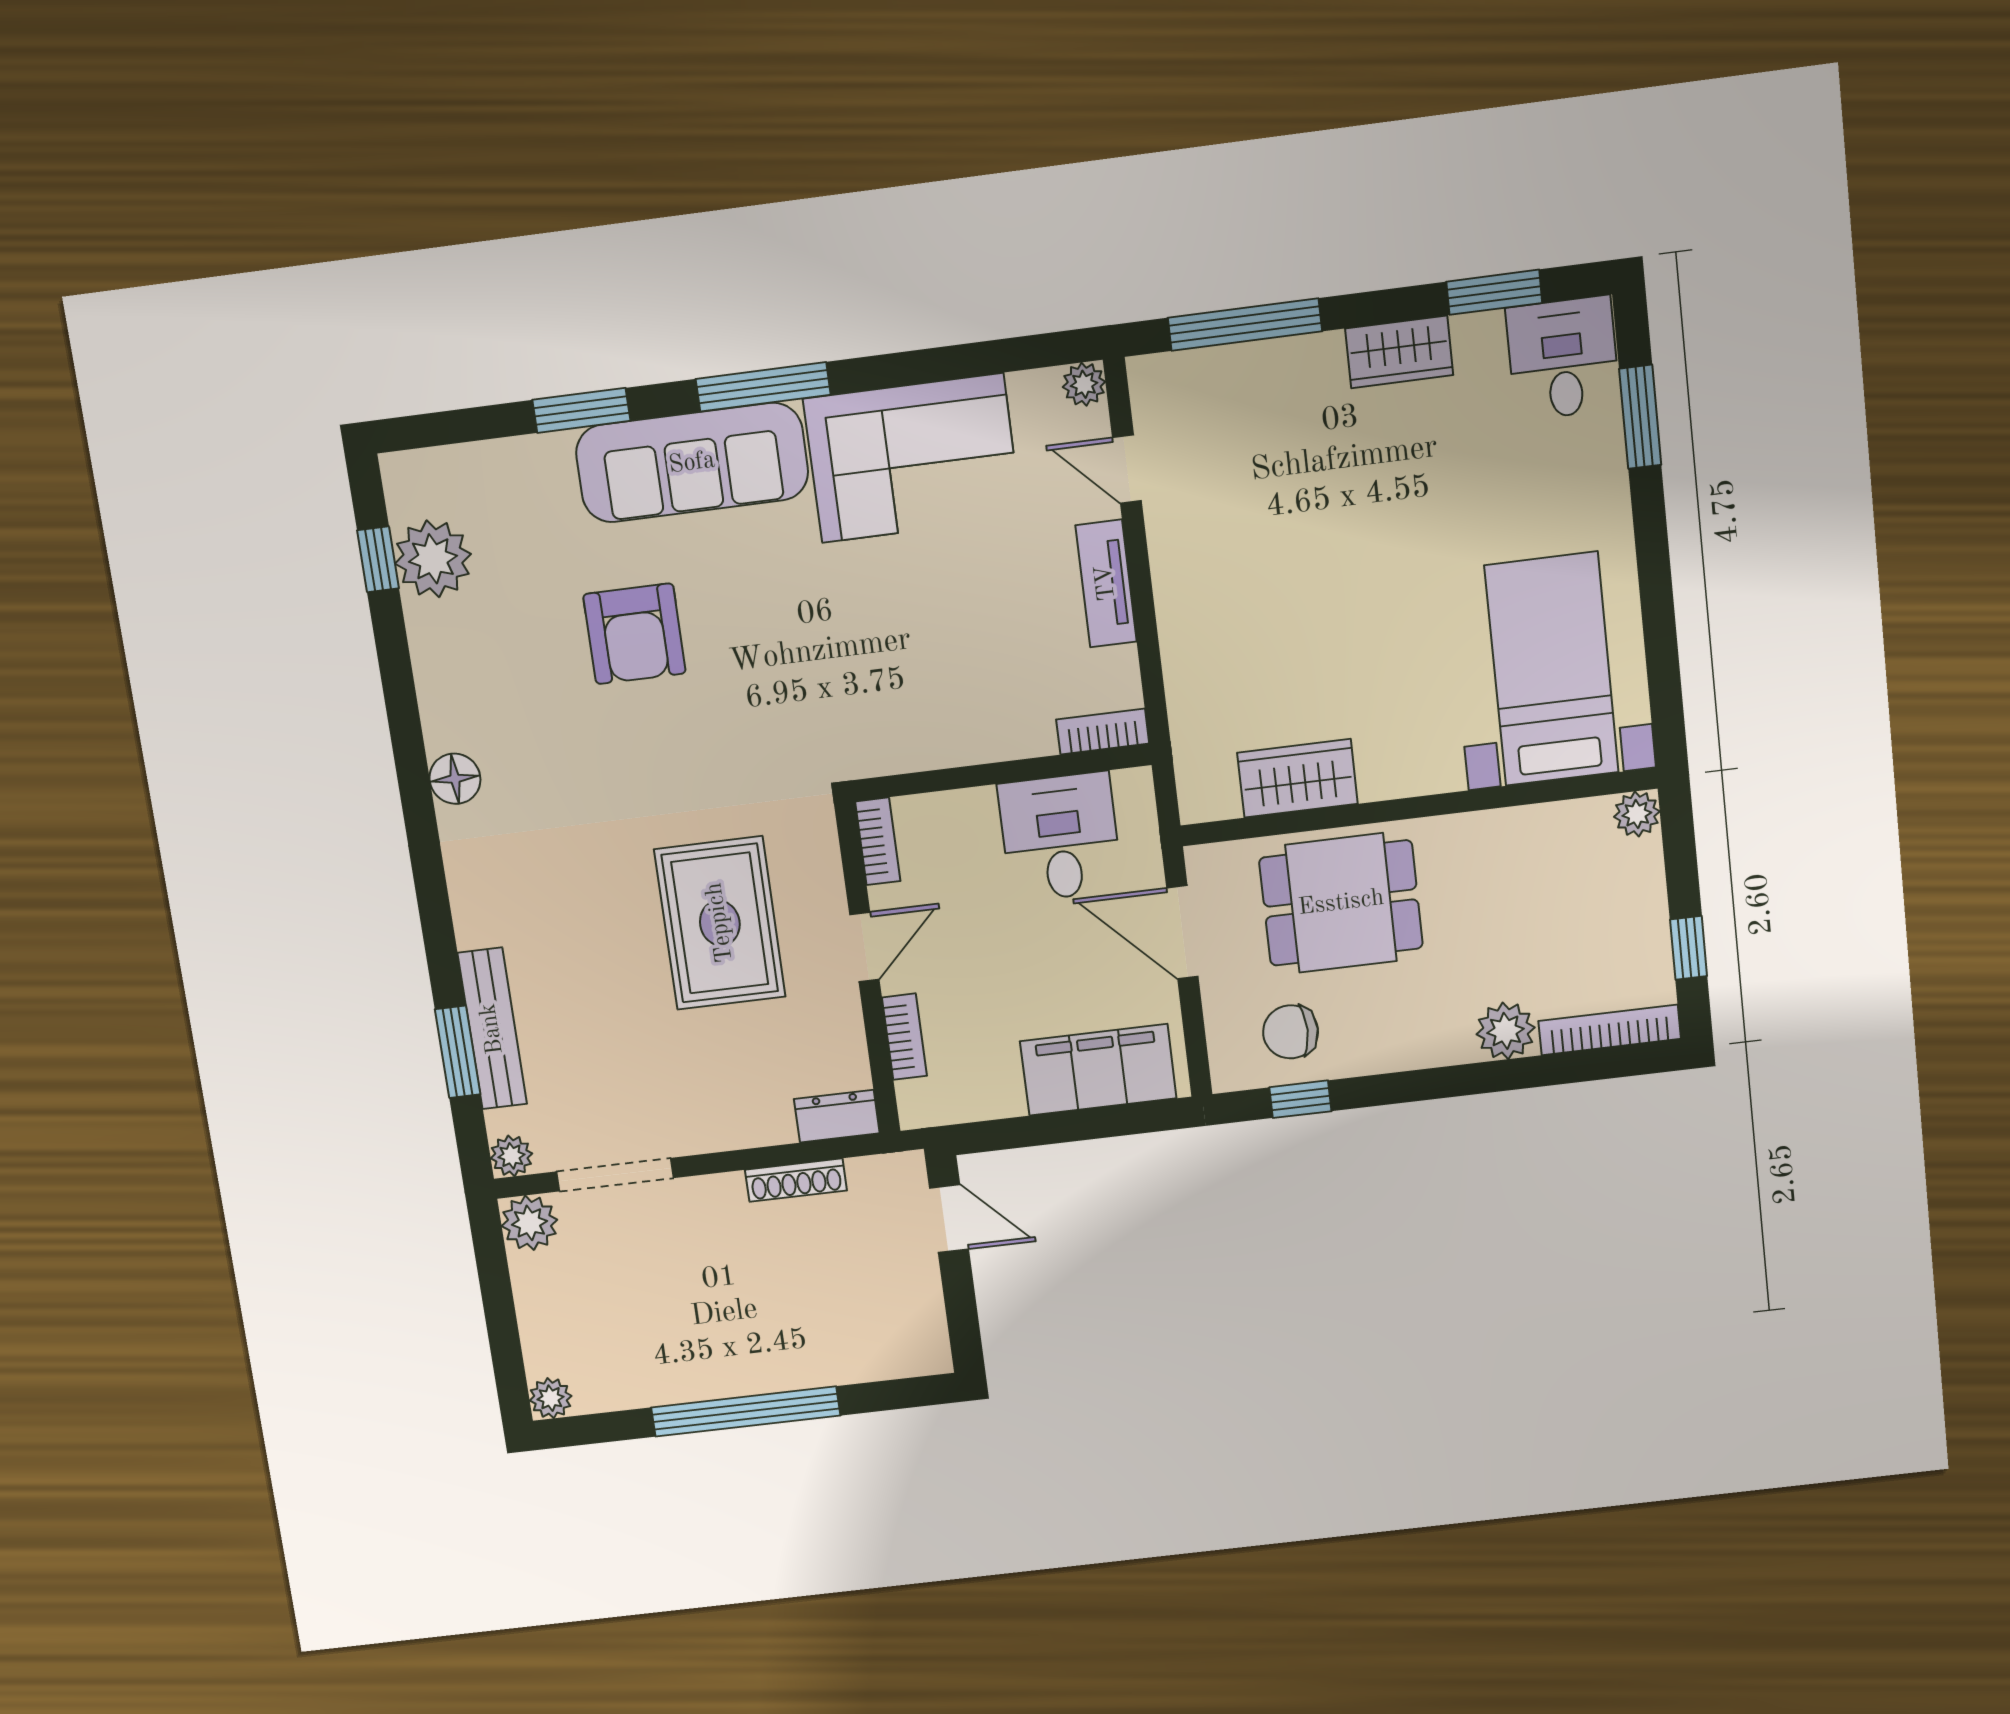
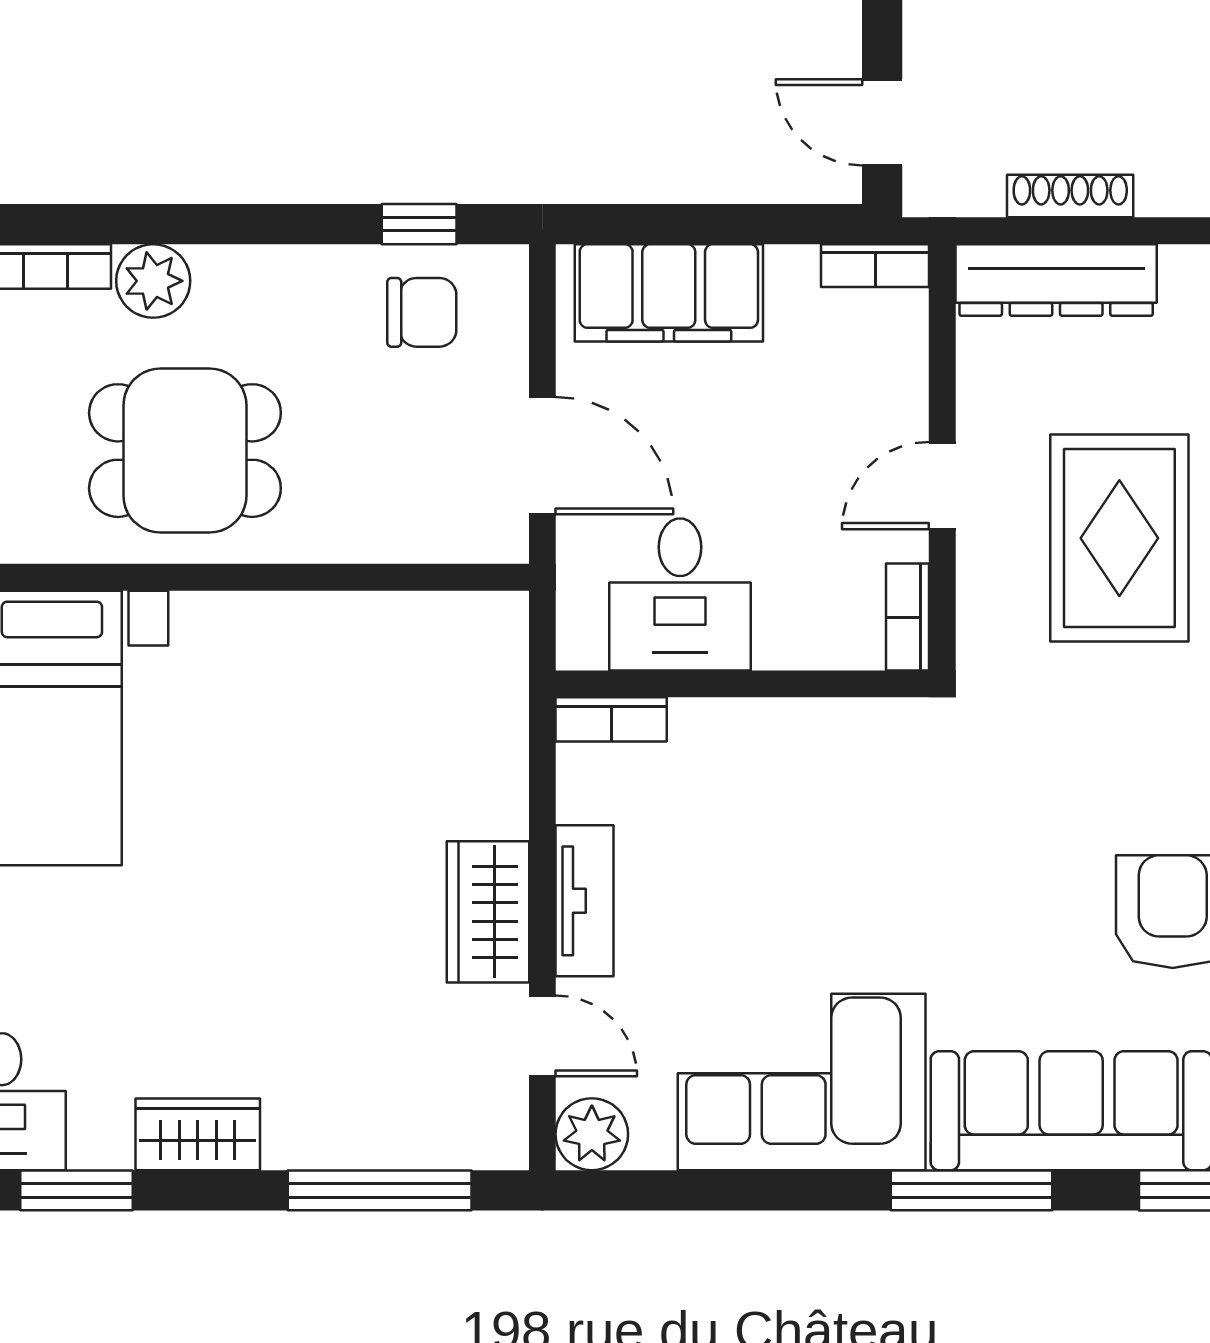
plant: (1084, 384) -> (592, 1134), width x1.38, depth x1.38
wardrobe: (1297, 778) -> (488, 912), moved, turned 90
dining table: (1341, 903) -> (185, 451), moved
bookcase: (904, 1037) -> (875, 266), moved, turned -90
dresser: (837, 1116) -> (1056, 280), width x1.96, depth x1.24

